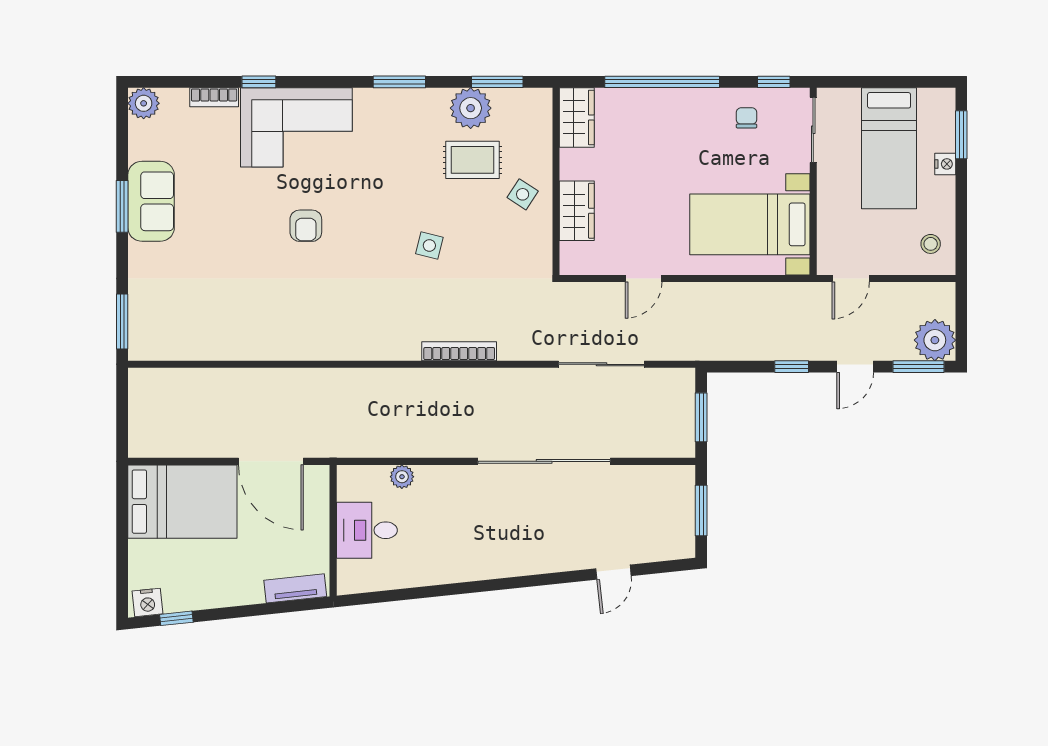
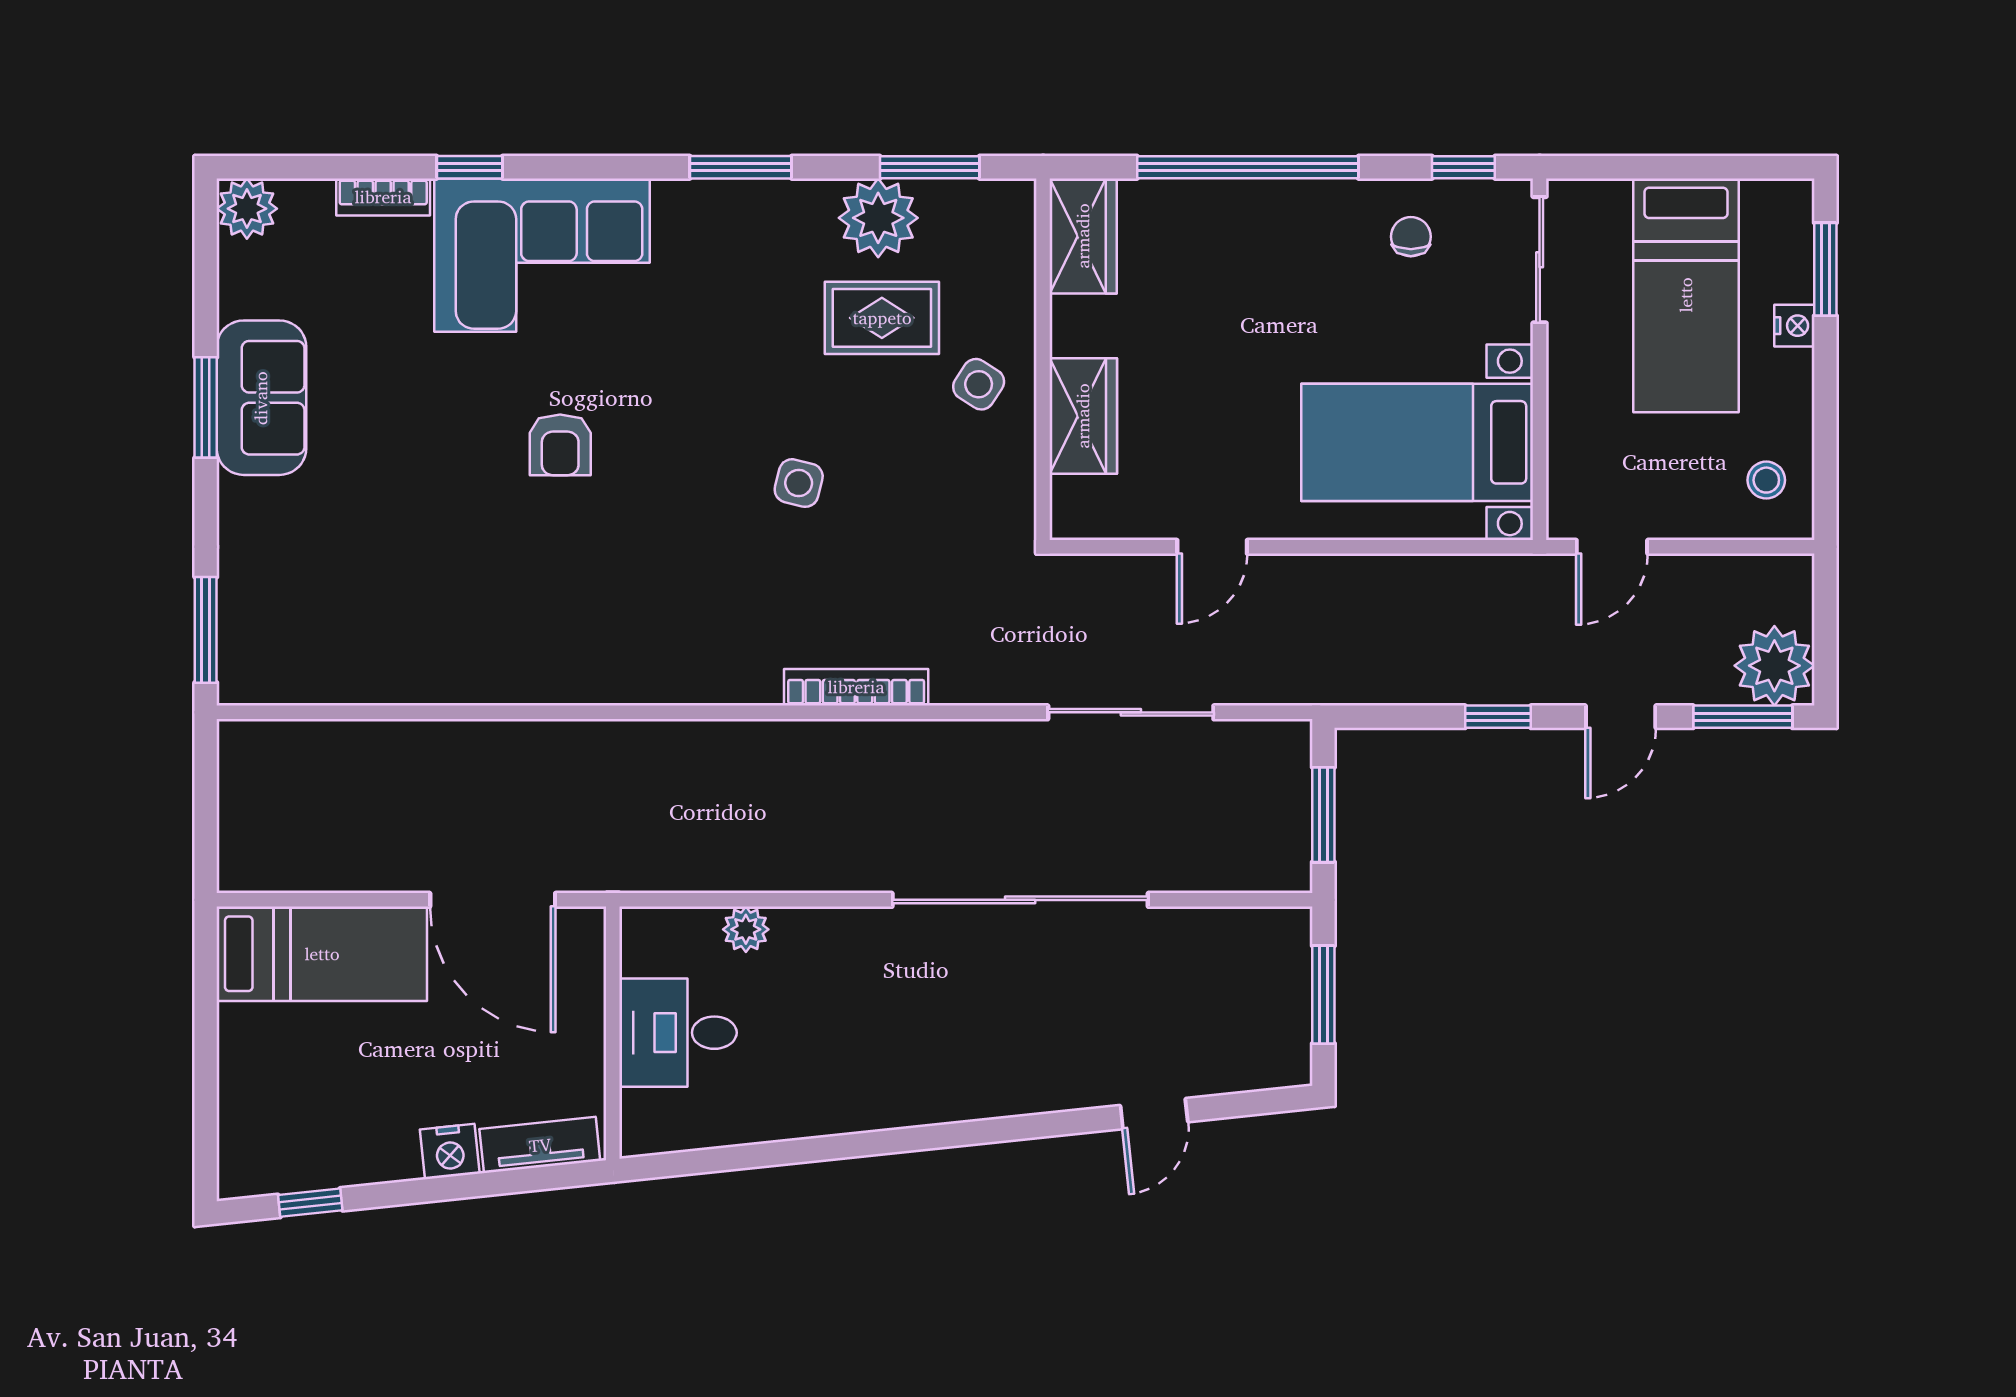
bed: (182, 502) -> (322, 954), width x0.67
nightstand: (147, 602) -> (450, 1152), moved

